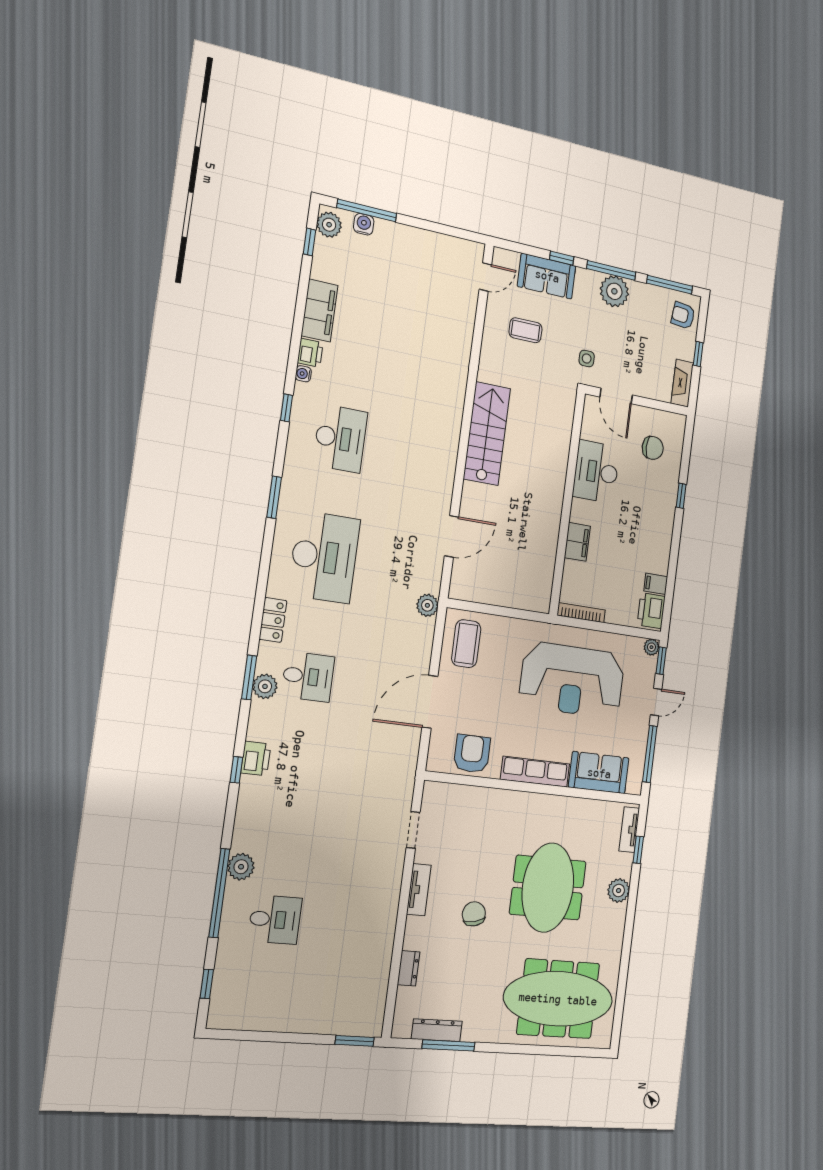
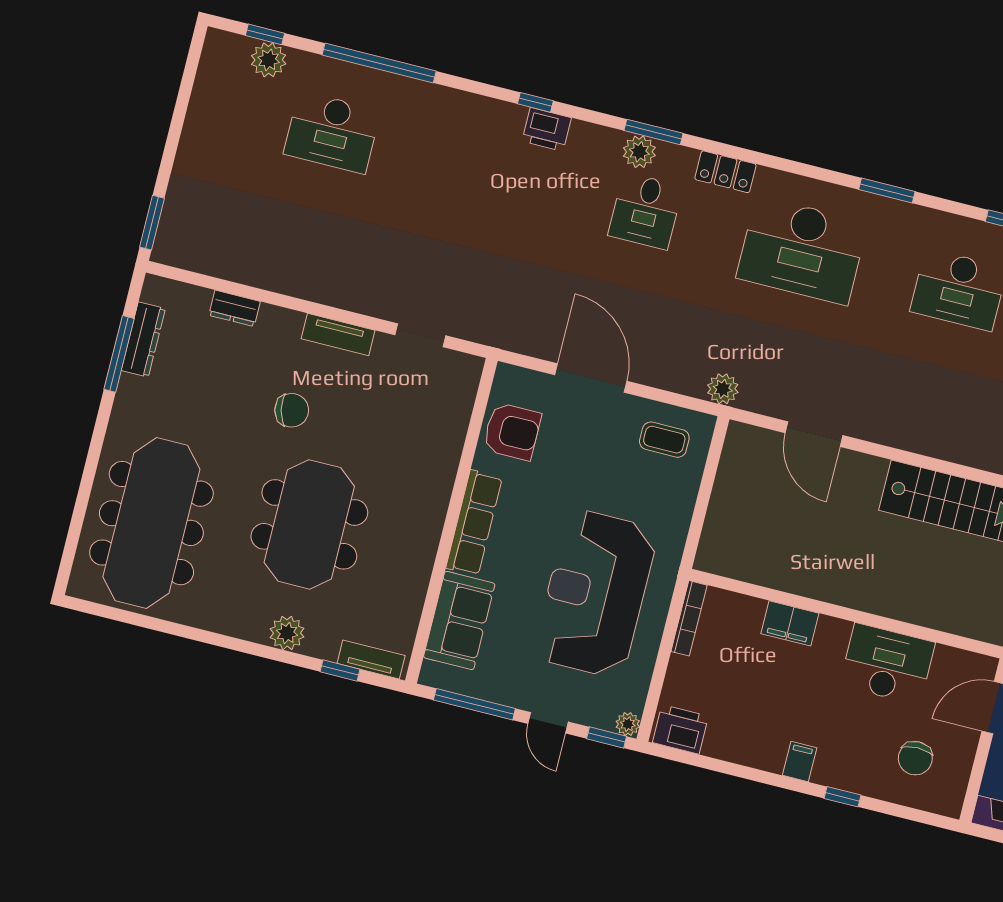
filing cabinet: (656, 584) -> (800, 761), moved
coffee table: (466, 644) -> (664, 440), width x0.73, depth x0.77
plant: (241, 867) -> (269, 60), moved
meeting table: (548, 888) -> (309, 524), turned 90
desk: (275, 920) -> (332, 132), width x1.37

